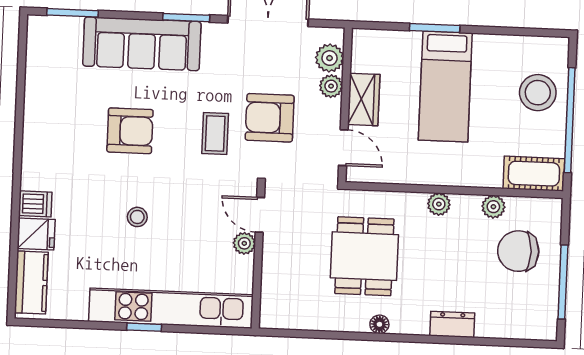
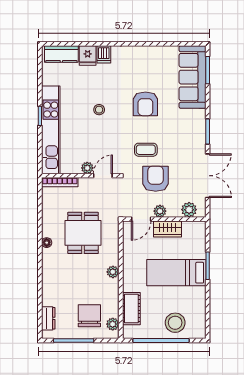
sofa: (142, 44) -> (192, 77), moved
plant: (331, 86) -> (160, 211), moved
cot: (534, 174) -> (131, 309), moved
plant: (493, 207) -> (113, 324), moved
dining table: (364, 256) -> (83, 233), turned 90
bookcase: (268, 295) -> (60, 182), added
dresser: (452, 324) -> (48, 318), moved

